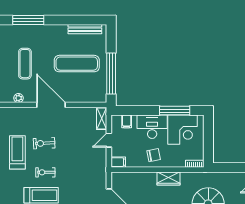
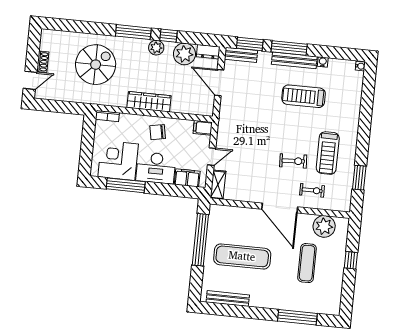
plant: (18, 98) -> (324, 226), width x1.88, depth x1.88
filing cabinet: (127, 121) -> (187, 178), width x2.00
exercise bike: (45, 172) -> (312, 190), moved
wardrobe: (169, 179) -> (149, 102), width x1.50

